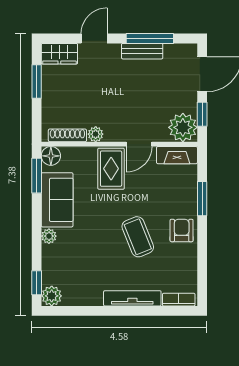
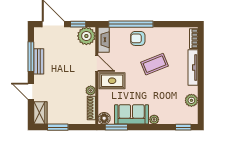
window: (202, 199) -> (131, 24), width x2.11
armchair: (182, 230) -> (138, 38), moved
plant: (52, 296) -> (191, 100), moved

